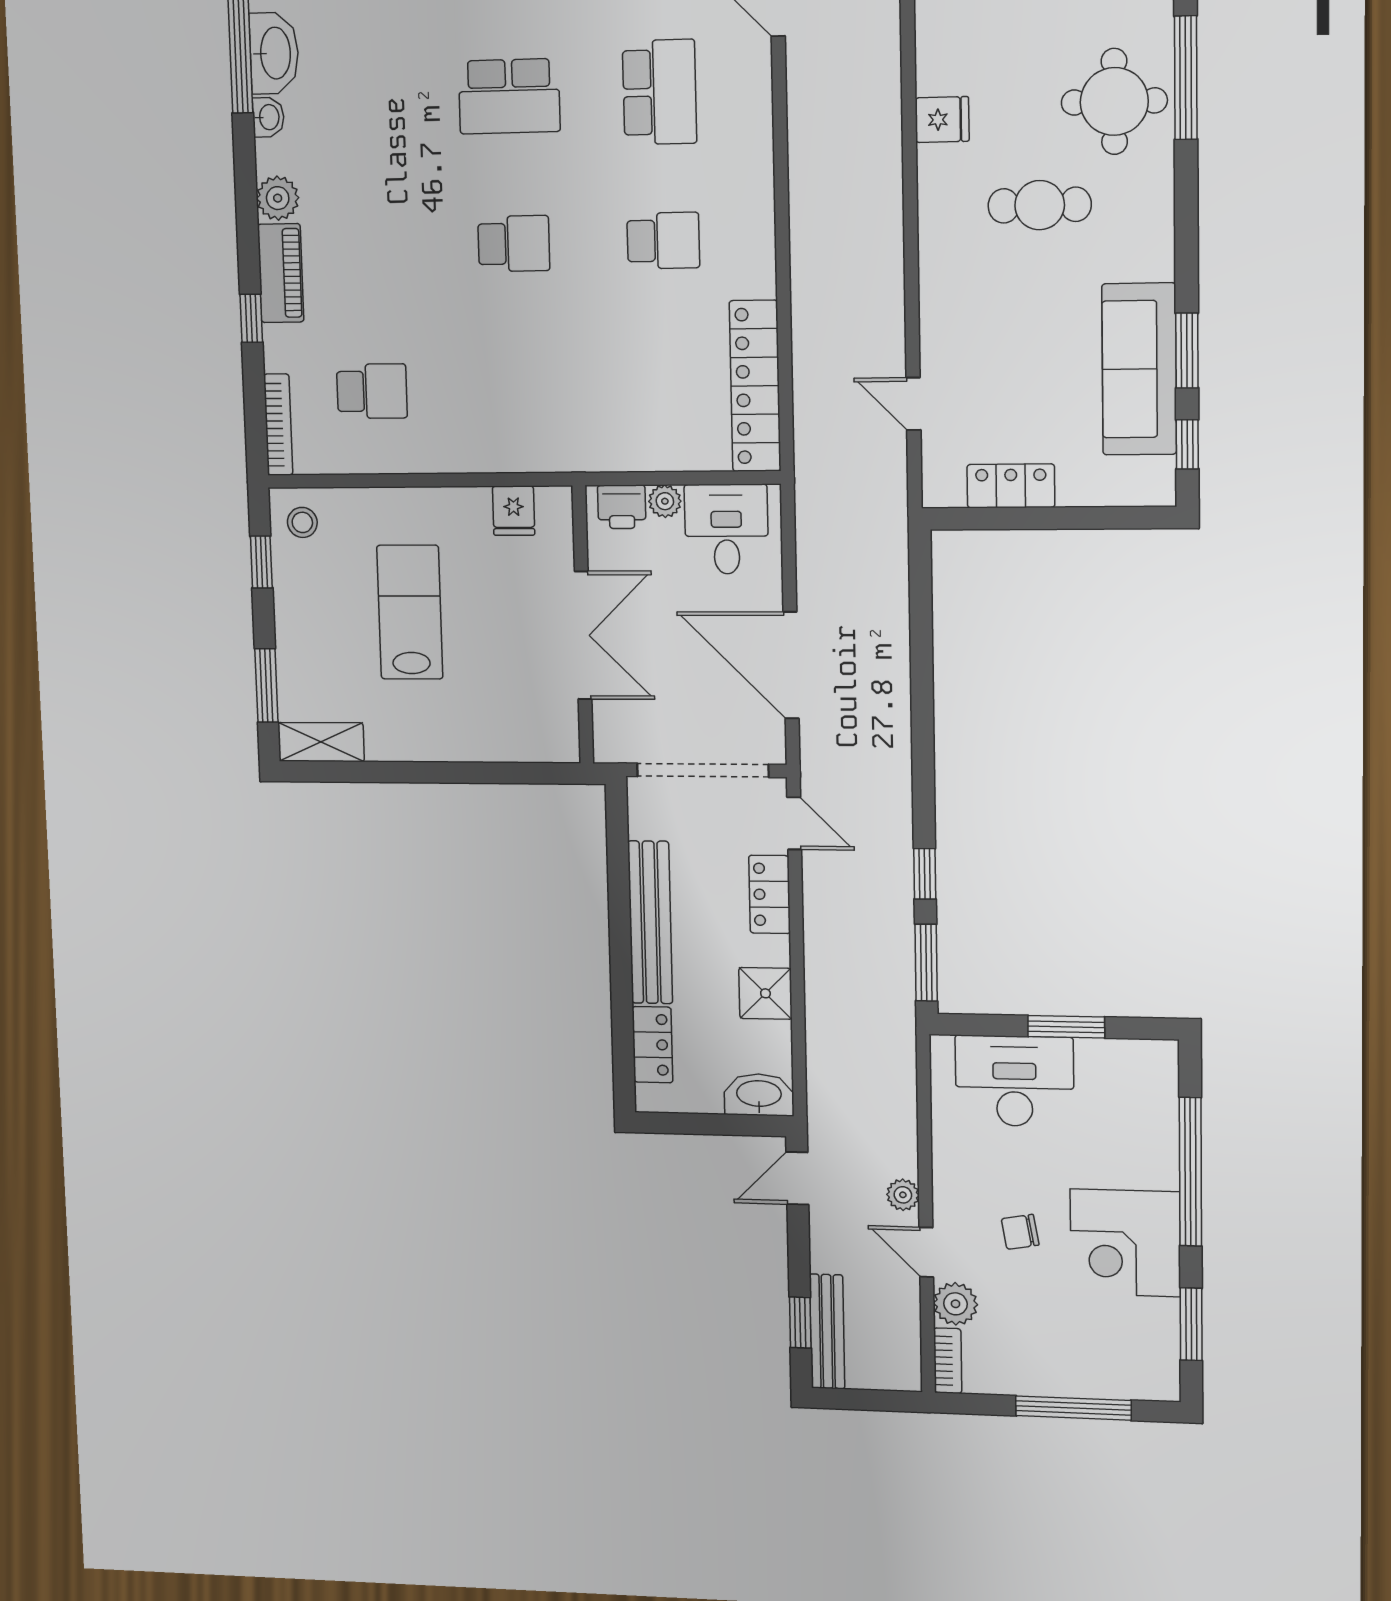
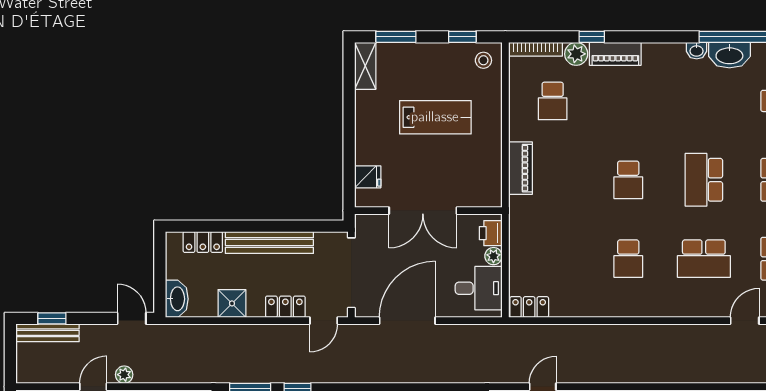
plant: (278, 198) -> (576, 54), moved
locker: (755, 386) -> (529, 307), width x0.46, depth x0.83
piano: (498, 451) -> (520, 168), added
fridge: (514, 511) -> (368, 177), moved, turned 180

